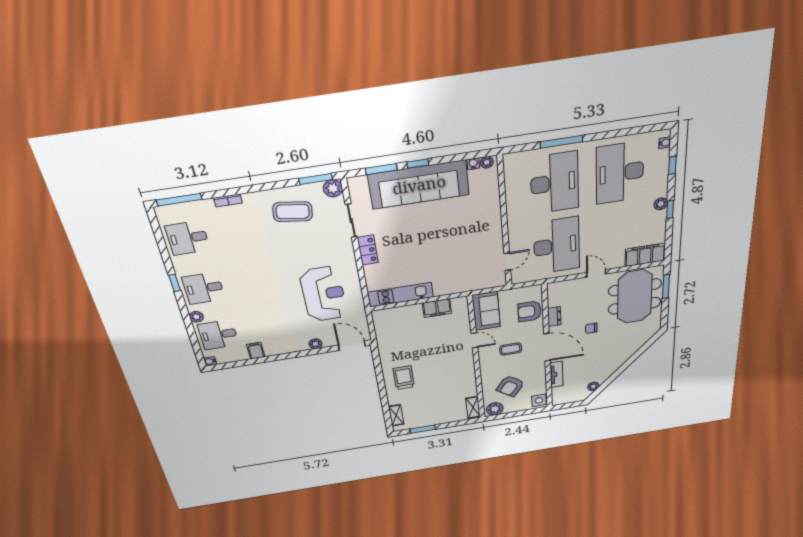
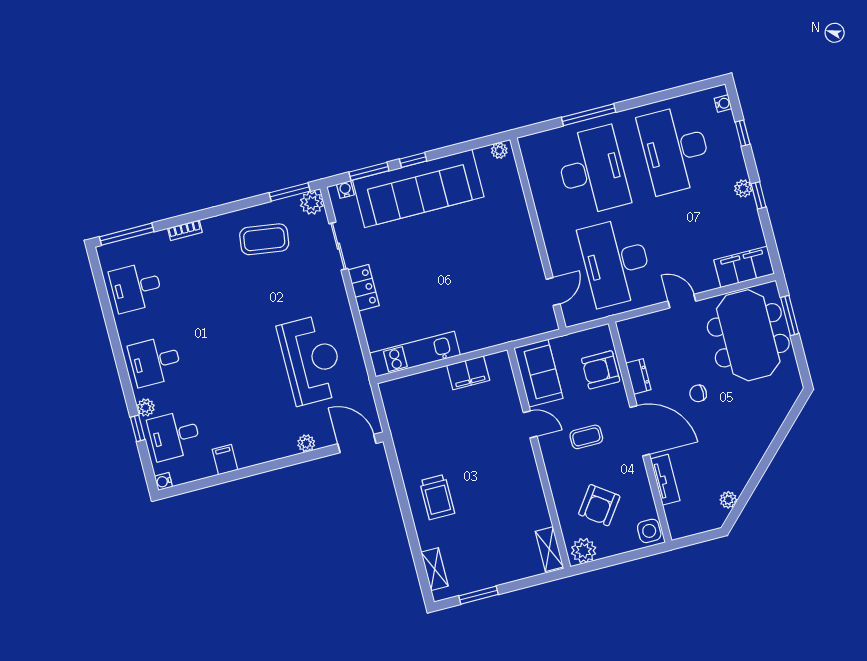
water cooler: (473, 164) -> (345, 190), moved
desk: (557, 246) -> (616, 262), turned 180
window: (175, 283) -> (138, 428), moved
trolley: (404, 378) -> (437, 497), turned 180

